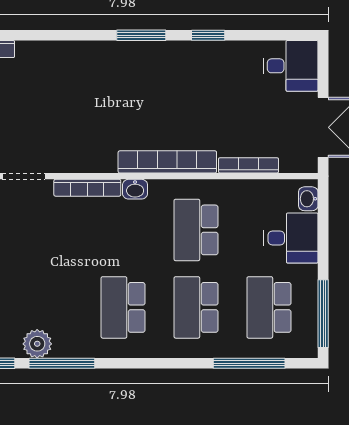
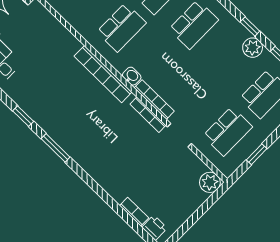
bookcase: (249, 165) -> (148, 115), moved
window: (62, 363) -> (250, 26), width x0.46

